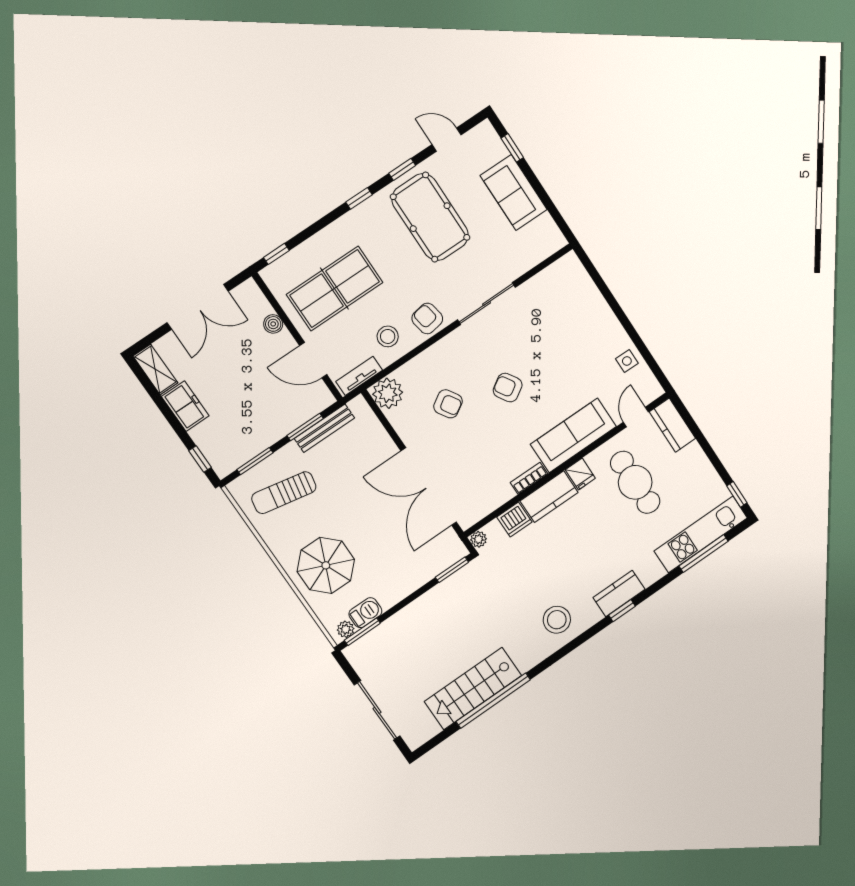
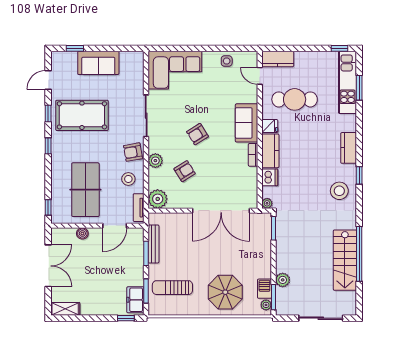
corner sofa: (571, 301) -> (175, 70), added
plant: (436, 356) -> (155, 161), added
freezer: (185, 406) -> (135, 300), moved, turned -90
sofa: (573, 435) -> (247, 123), width x0.73
sun lounger: (284, 493) -> (172, 288), turned 79
window: (704, 554) -> (359, 88), width x0.69
window: (622, 611) -> (359, 175), moved
plant: (393, 628) -> (283, 280), added

